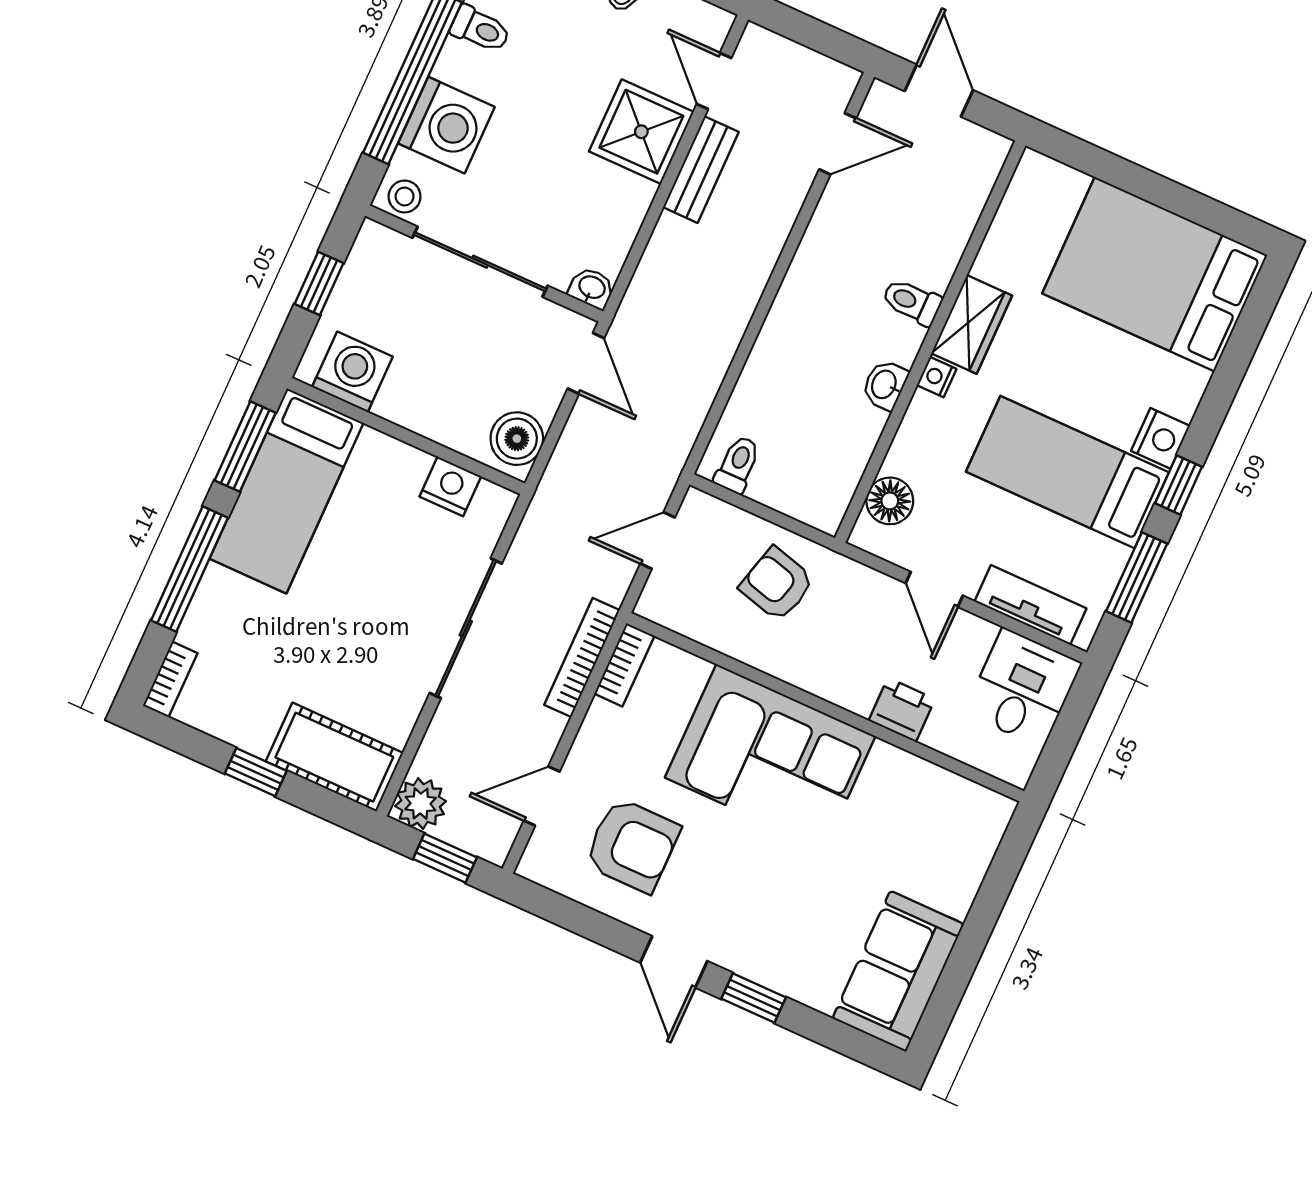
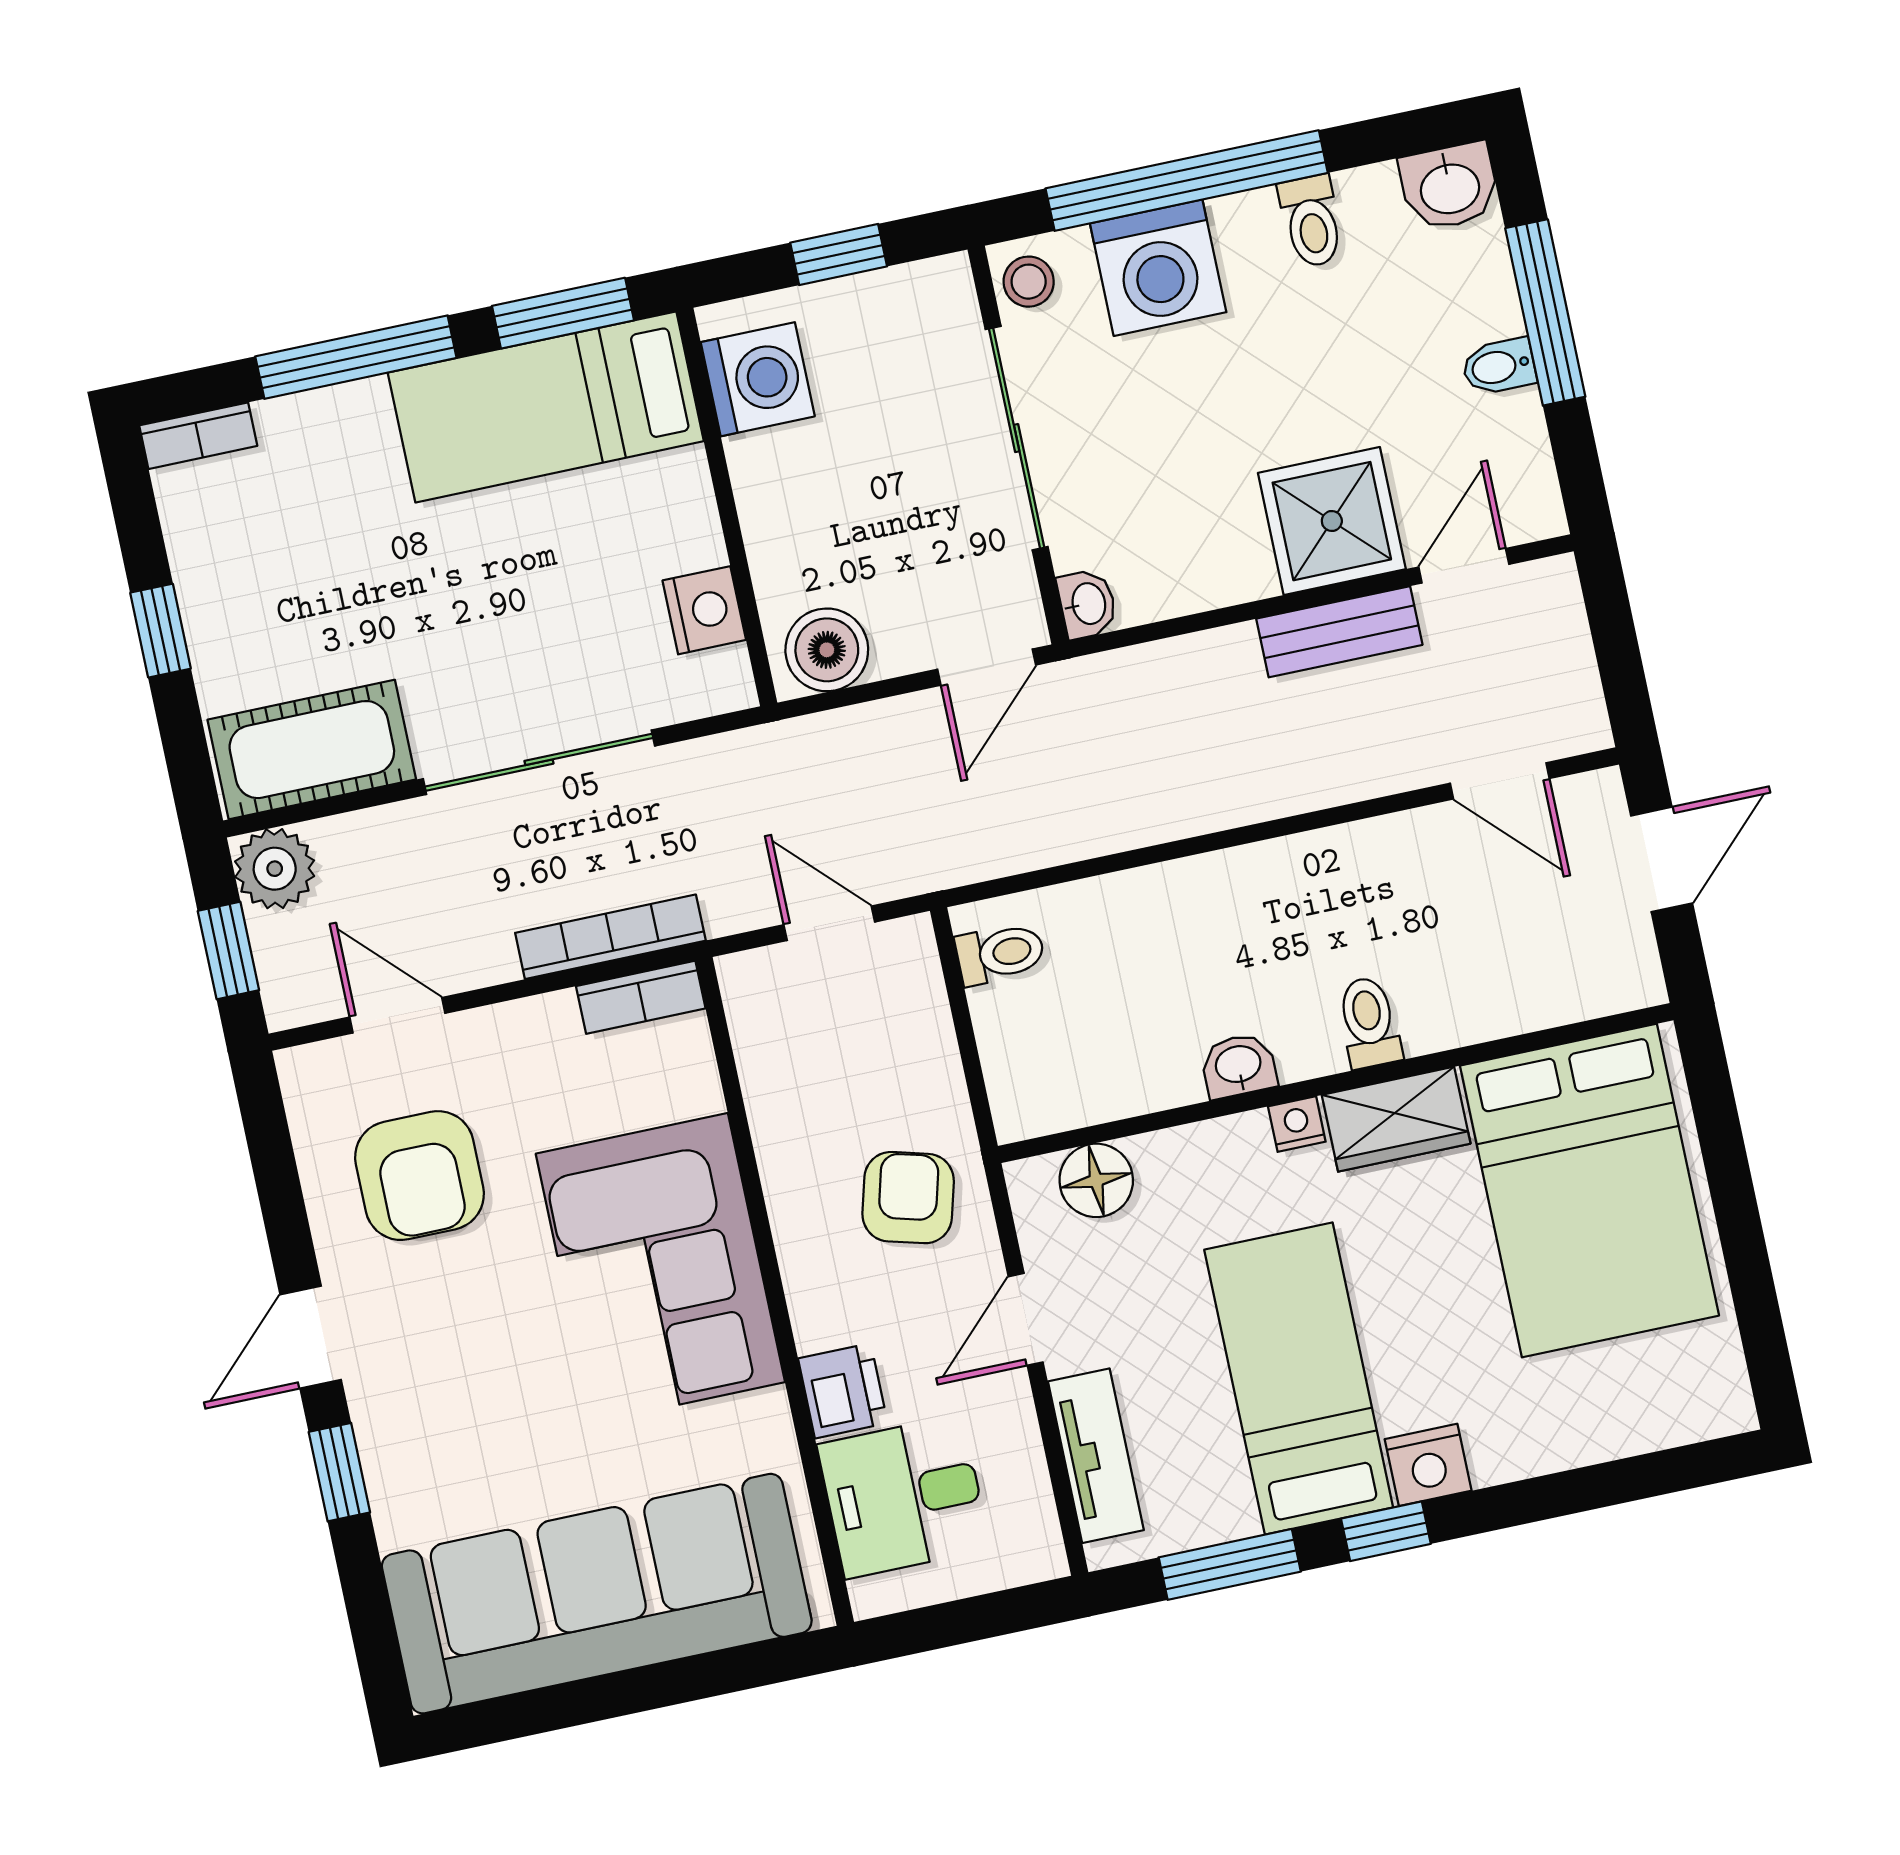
bed: (1155, 274) -> (1589, 1191), moved, turned 180
armchair: (777, 584) -> (908, 1198), moved
desk: (1023, 688) -> (904, 1497), moved, turned 180
cot: (334, 757) -> (312, 750), moved, turned 90
sofa: (898, 971) -> (597, 1594), width x1.85, depth x1.27

